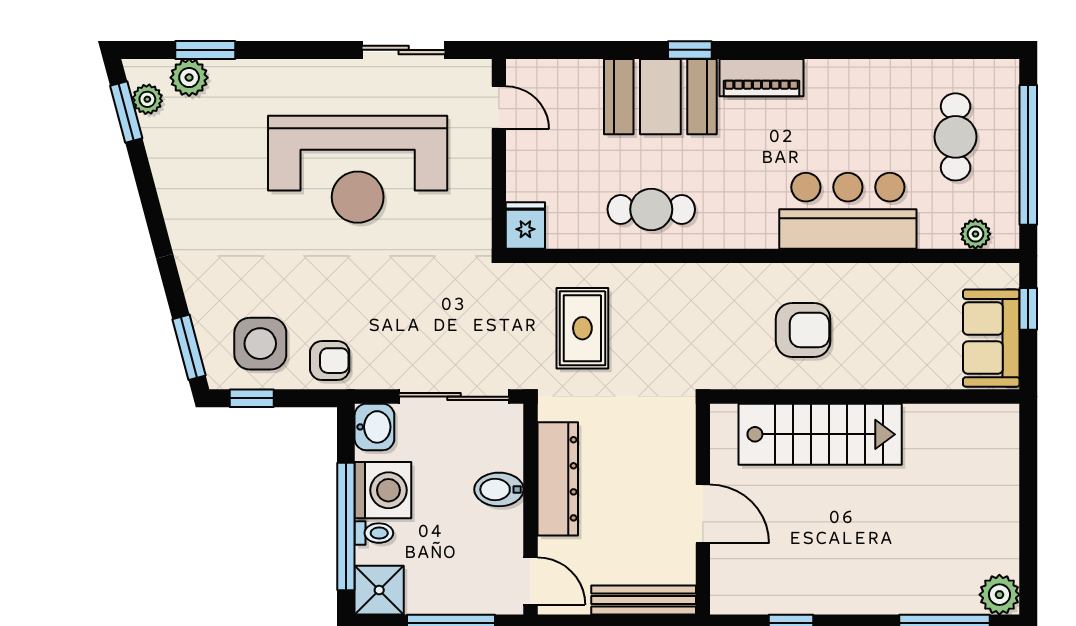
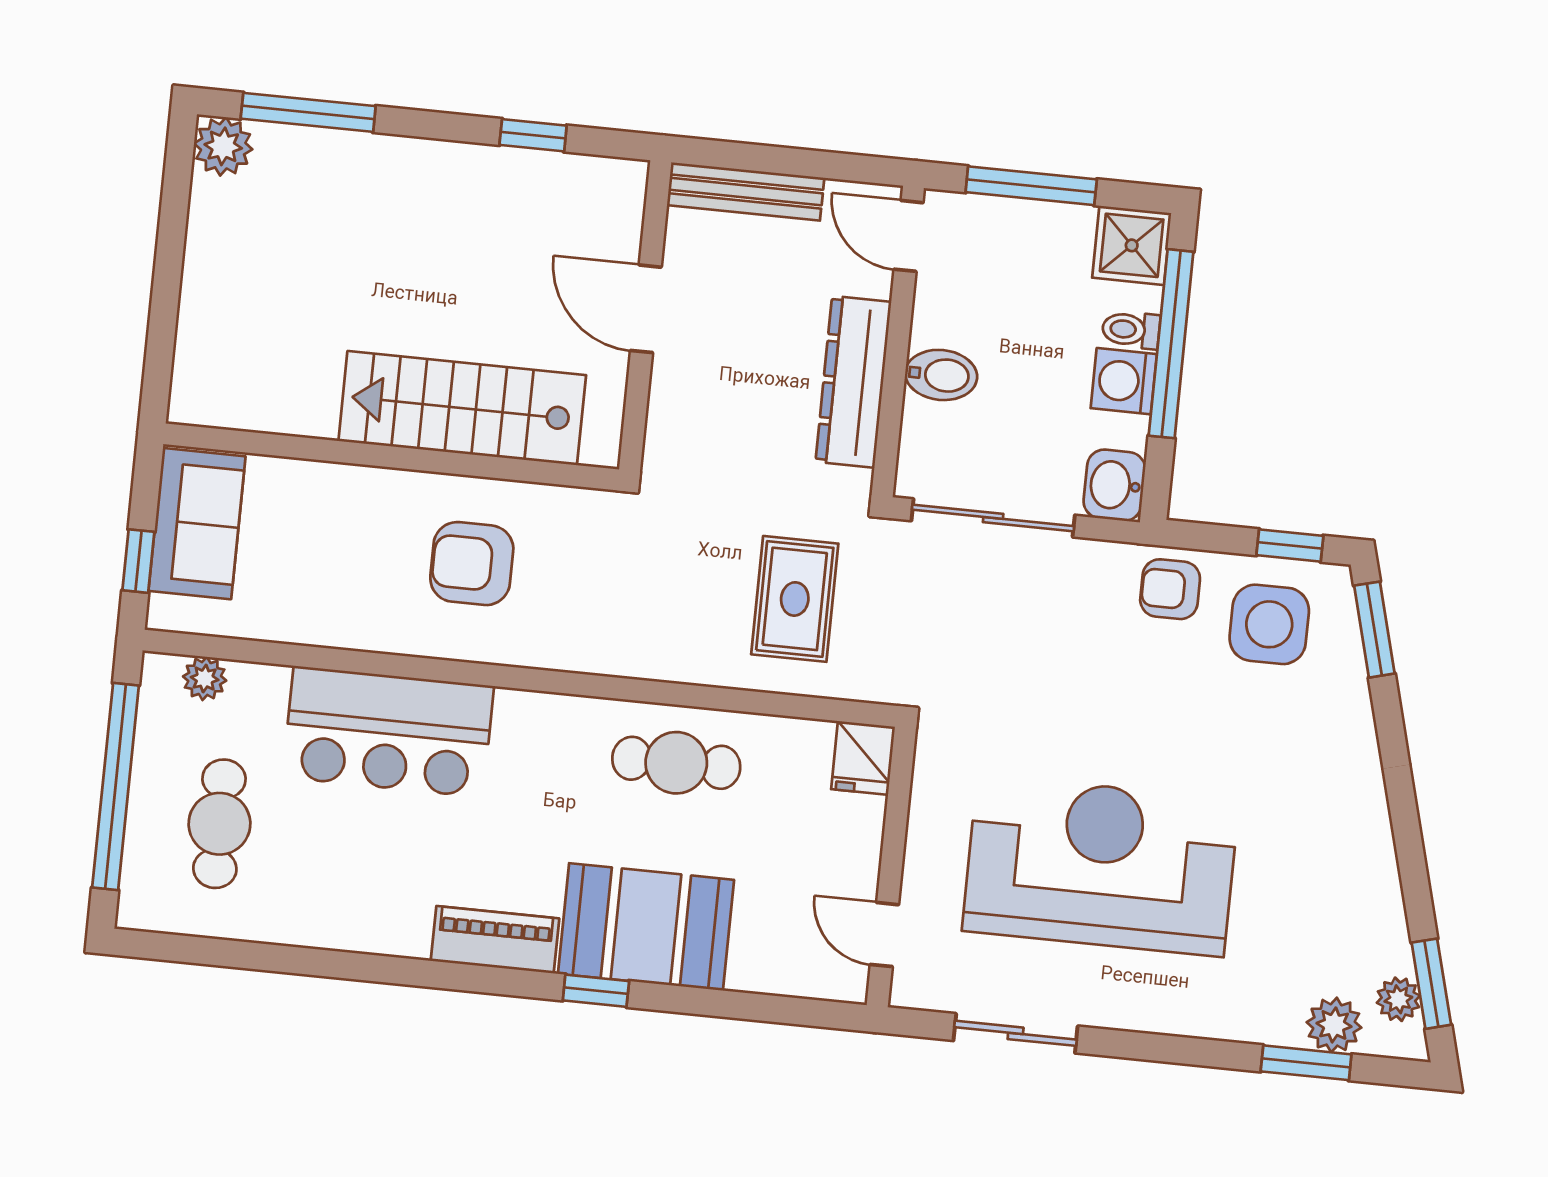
washing machine: (383, 490) -> (1124, 381), width x0.73, depth x0.73

